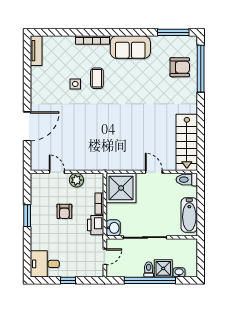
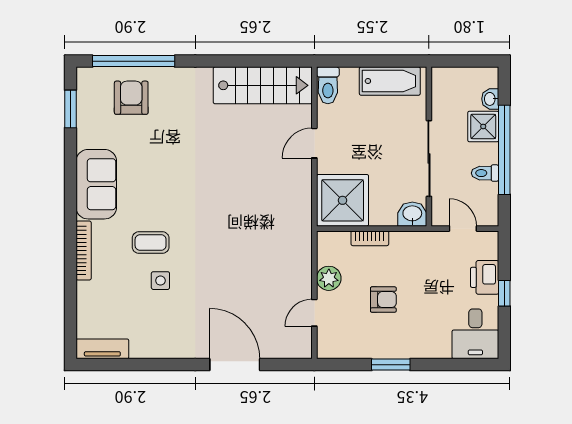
window: (173, 32) -> (70, 109), width x0.69
printer: (96, 225) -> (485, 277), moved, turned 90
toilet: (149, 269) -> (485, 173), moved

